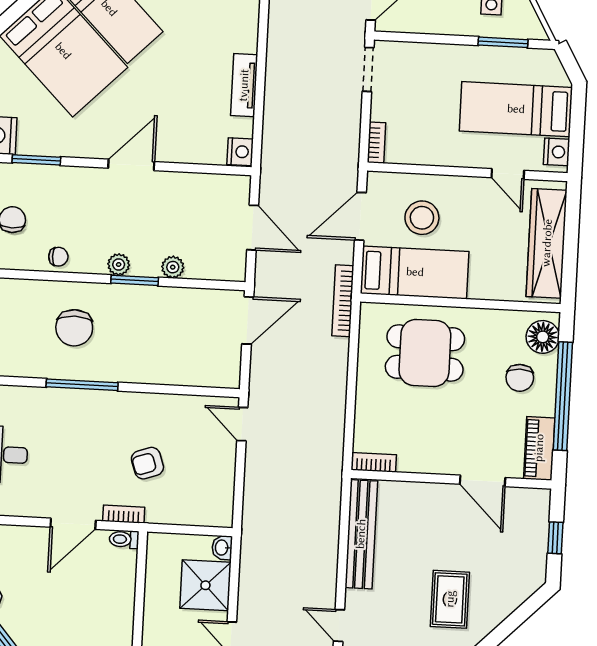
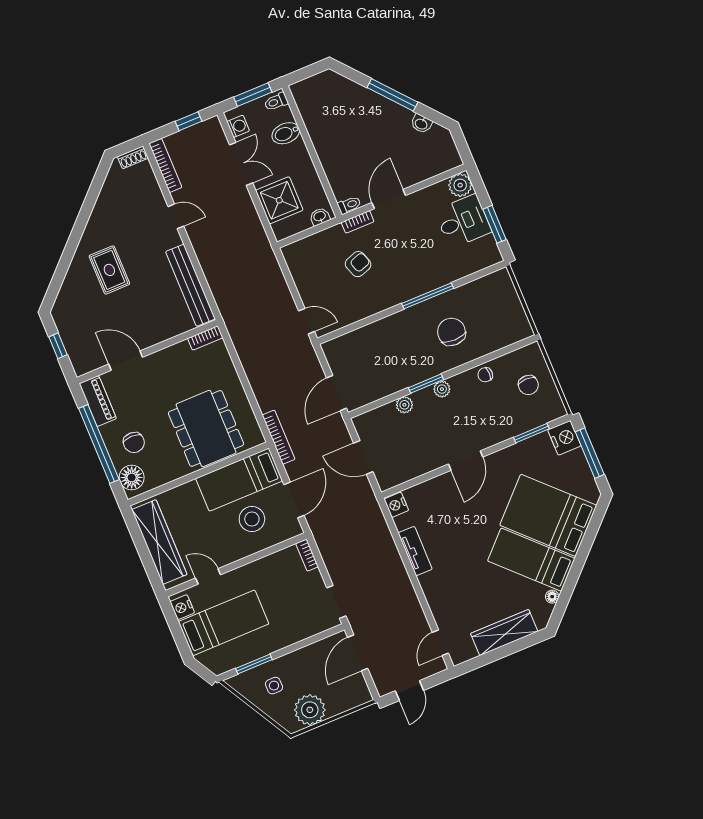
dining table: (425, 353) -> (206, 428), width x1.38
chair: (520, 378) -> (134, 442), turned 180
washbasin: (222, 548) -> (320, 217), moved, turned -90

